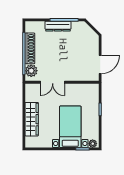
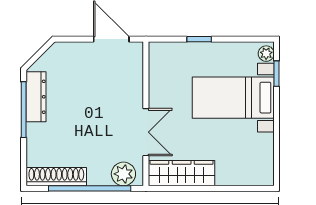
dresser: (58, 26) -> (36, 97), moved
shoe rack: (30, 48) -> (56, 177), moved
wardrobe: (32, 119) -> (182, 173), moved

